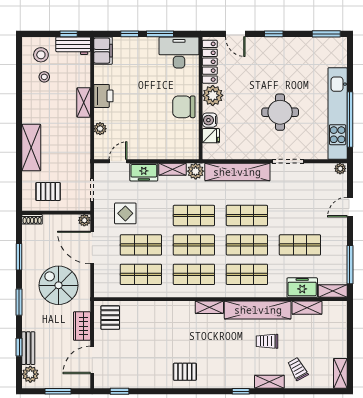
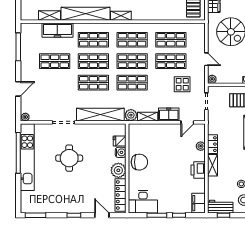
locker: (84, 131) -> (213, 144), added
door: (92, 248) -> (206, 59), width x0.53
freezer: (302, 288) -> (57, 30), width x1.40
shelving: (333, 291) -> (31, 28), removed

